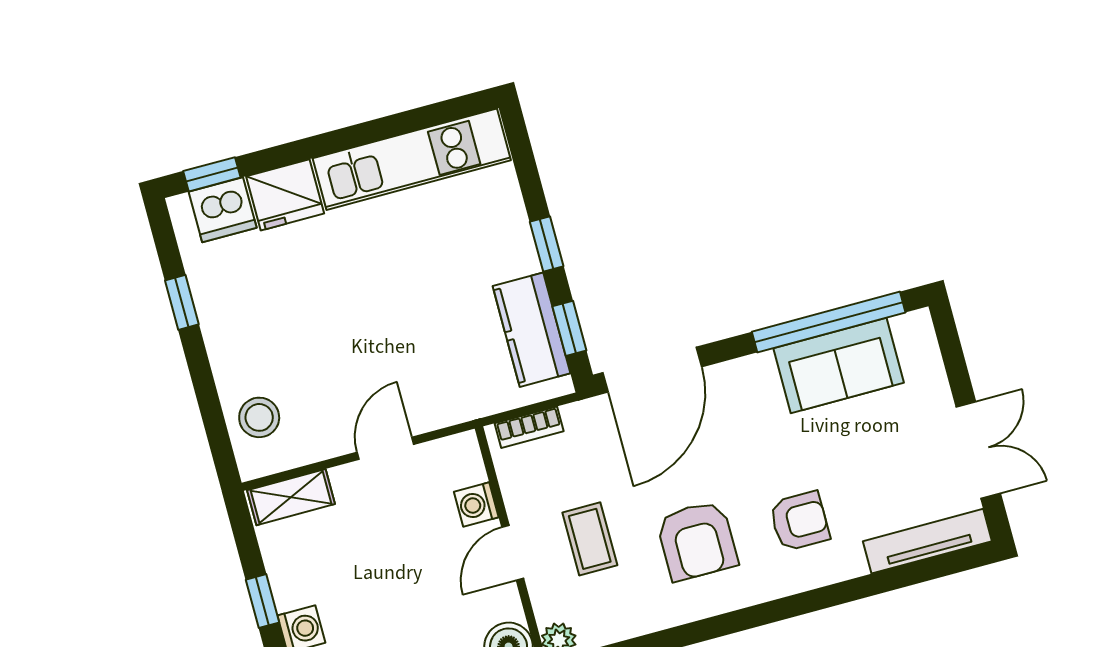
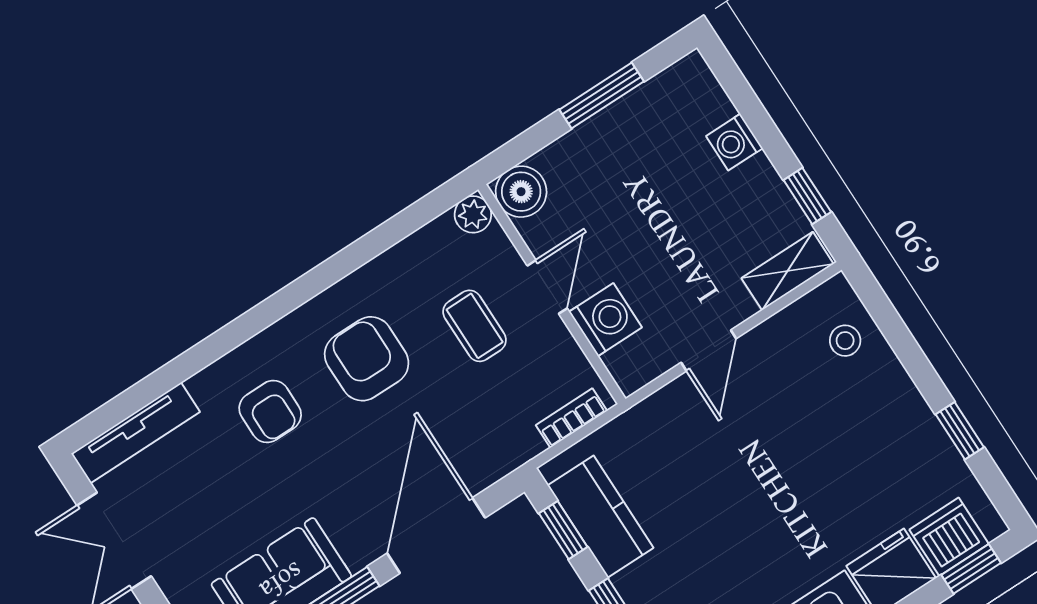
door: (652, 370) -> (436, 535), moved
stool: (259, 417) -> (845, 341), width x0.73, depth x0.73
washing machine: (476, 505) -> (605, 320), width x1.38, depth x1.38
armchair: (800, 521) -> (270, 411), turned -90
window: (262, 601) -> (807, 196), moved

